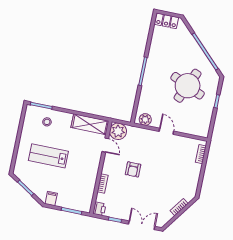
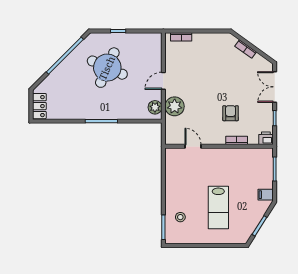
shelving: (90, 124) -> (173, 168), removed
plant: (118, 131) -> (175, 106), moved
door: (105, 145) -> (193, 146), hinge flipped
armchair: (133, 169) -> (231, 113), moved, turned -90

